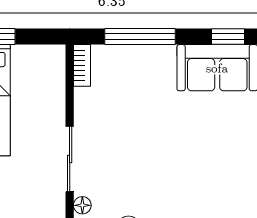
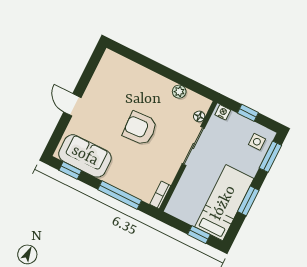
armchair: (158, 146) -> (140, 128), added

